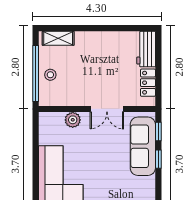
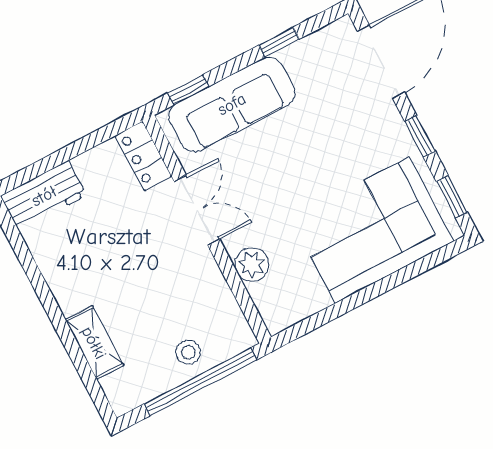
shelving: (58, 38) -> (94, 343), moved
locker: (148, 83) -> (143, 156), moved, turned 90
window: (158, 159) -> (279, 42), moved

